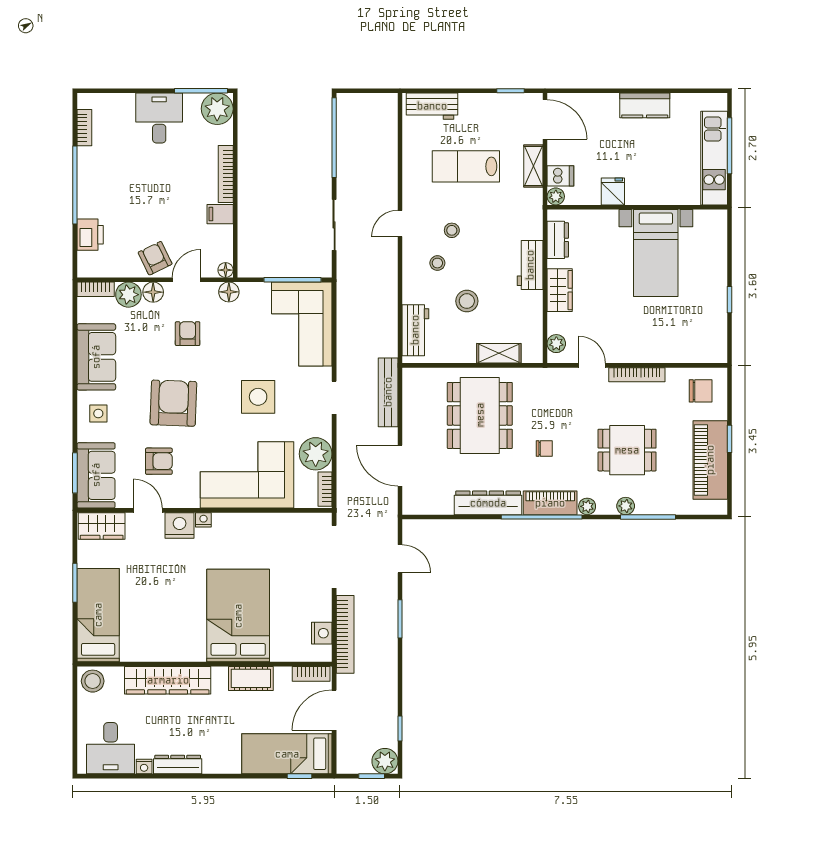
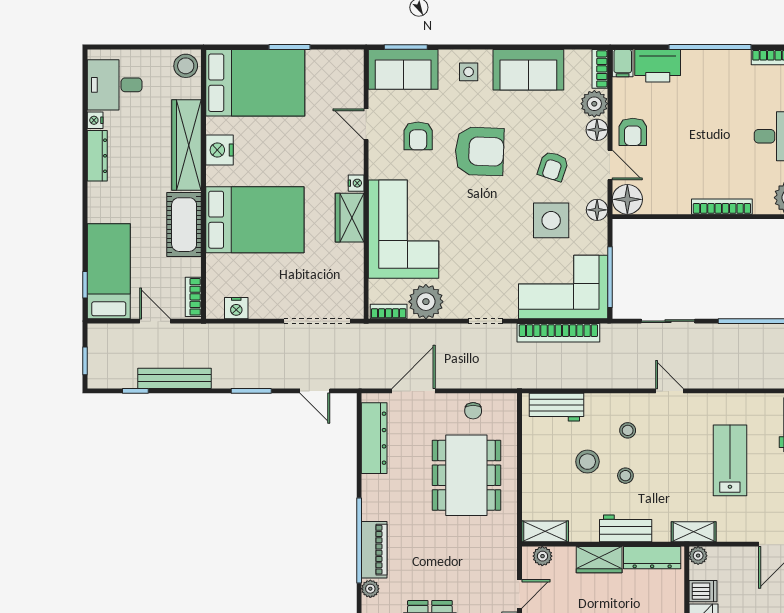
shelving: (533, 166) -> (694, 532), moved
dishwasher: (560, 176) -> (703, 591), moved, turned -90
filing cabinet: (220, 214) -> (623, 63), moved, turned 180
stool: (452, 230) -> (625, 476), moved
printer: (90, 235) -> (658, 66), width x1.37, depth x1.19
dresser: (558, 240) -> (652, 558), width x1.44
armchair: (155, 258) -> (633, 132), turned 116
floor lamp: (226, 270) -> (627, 199), width x1.89, depth x1.89
armchair: (188, 334) -> (553, 166), turned 108
shelving: (499, 353) -> (545, 531), moved, turned 90
bench: (388, 392) -> (175, 378), moved
side table: (258, 397) -> (551, 220), moved
dining table: (480, 415) -> (466, 475), turned 90
chair: (544, 449) -> (473, 411), moved
dresser: (488, 503) -> (374, 438), moved
door: (148, 510) -> (366, 124), swing flipped
nightstand: (180, 525) -> (219, 150), moved, turned 180
wardrobe: (102, 526) -> (350, 218), moved
door: (400, 559) -> (315, 391), hinge flipped
bed: (98, 615) -> (255, 83), width x1.50
bookcase: (345, 634) -> (558, 333), moved
cot: (251, 678) -> (184, 225), width x1.37, depth x1.34
door: (334, 710) -> (155, 321), width x0.73
plant: (385, 761) -> (101, 375), removed

